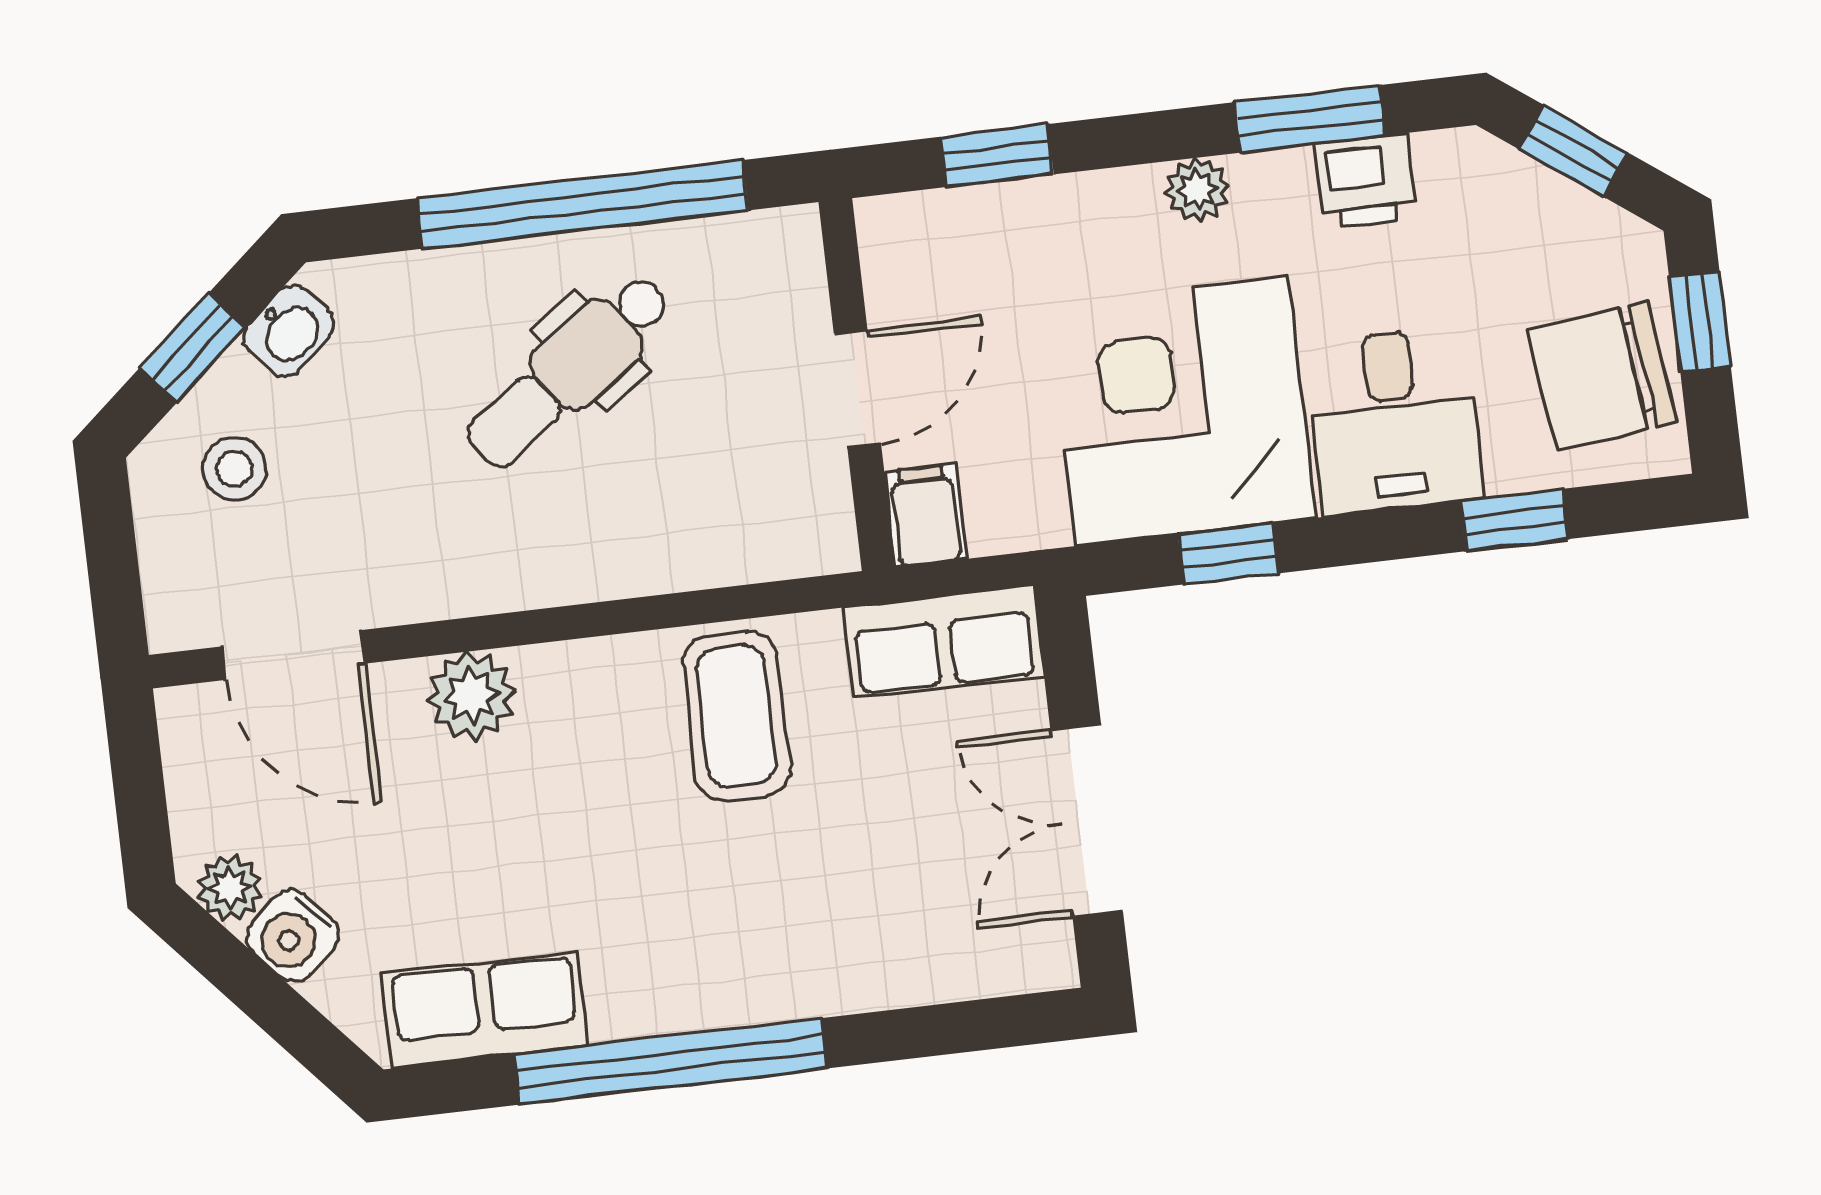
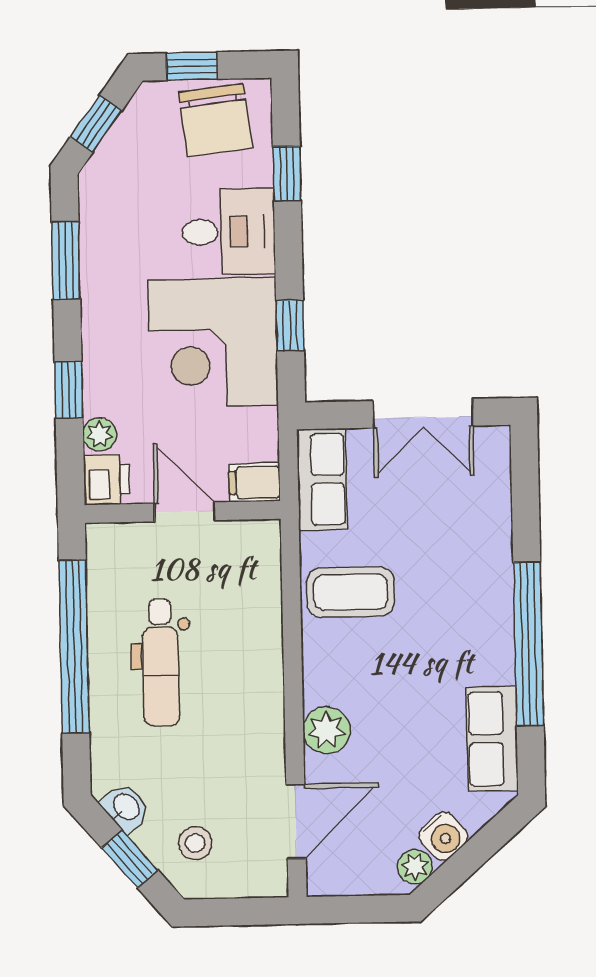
window: (997, 156) -> (69, 390), moved
printer: (1365, 181) -> (107, 480), moved
plant: (1197, 190) -> (100, 434), moved
dental chair: (569, 371) -> (161, 663), turned 36

